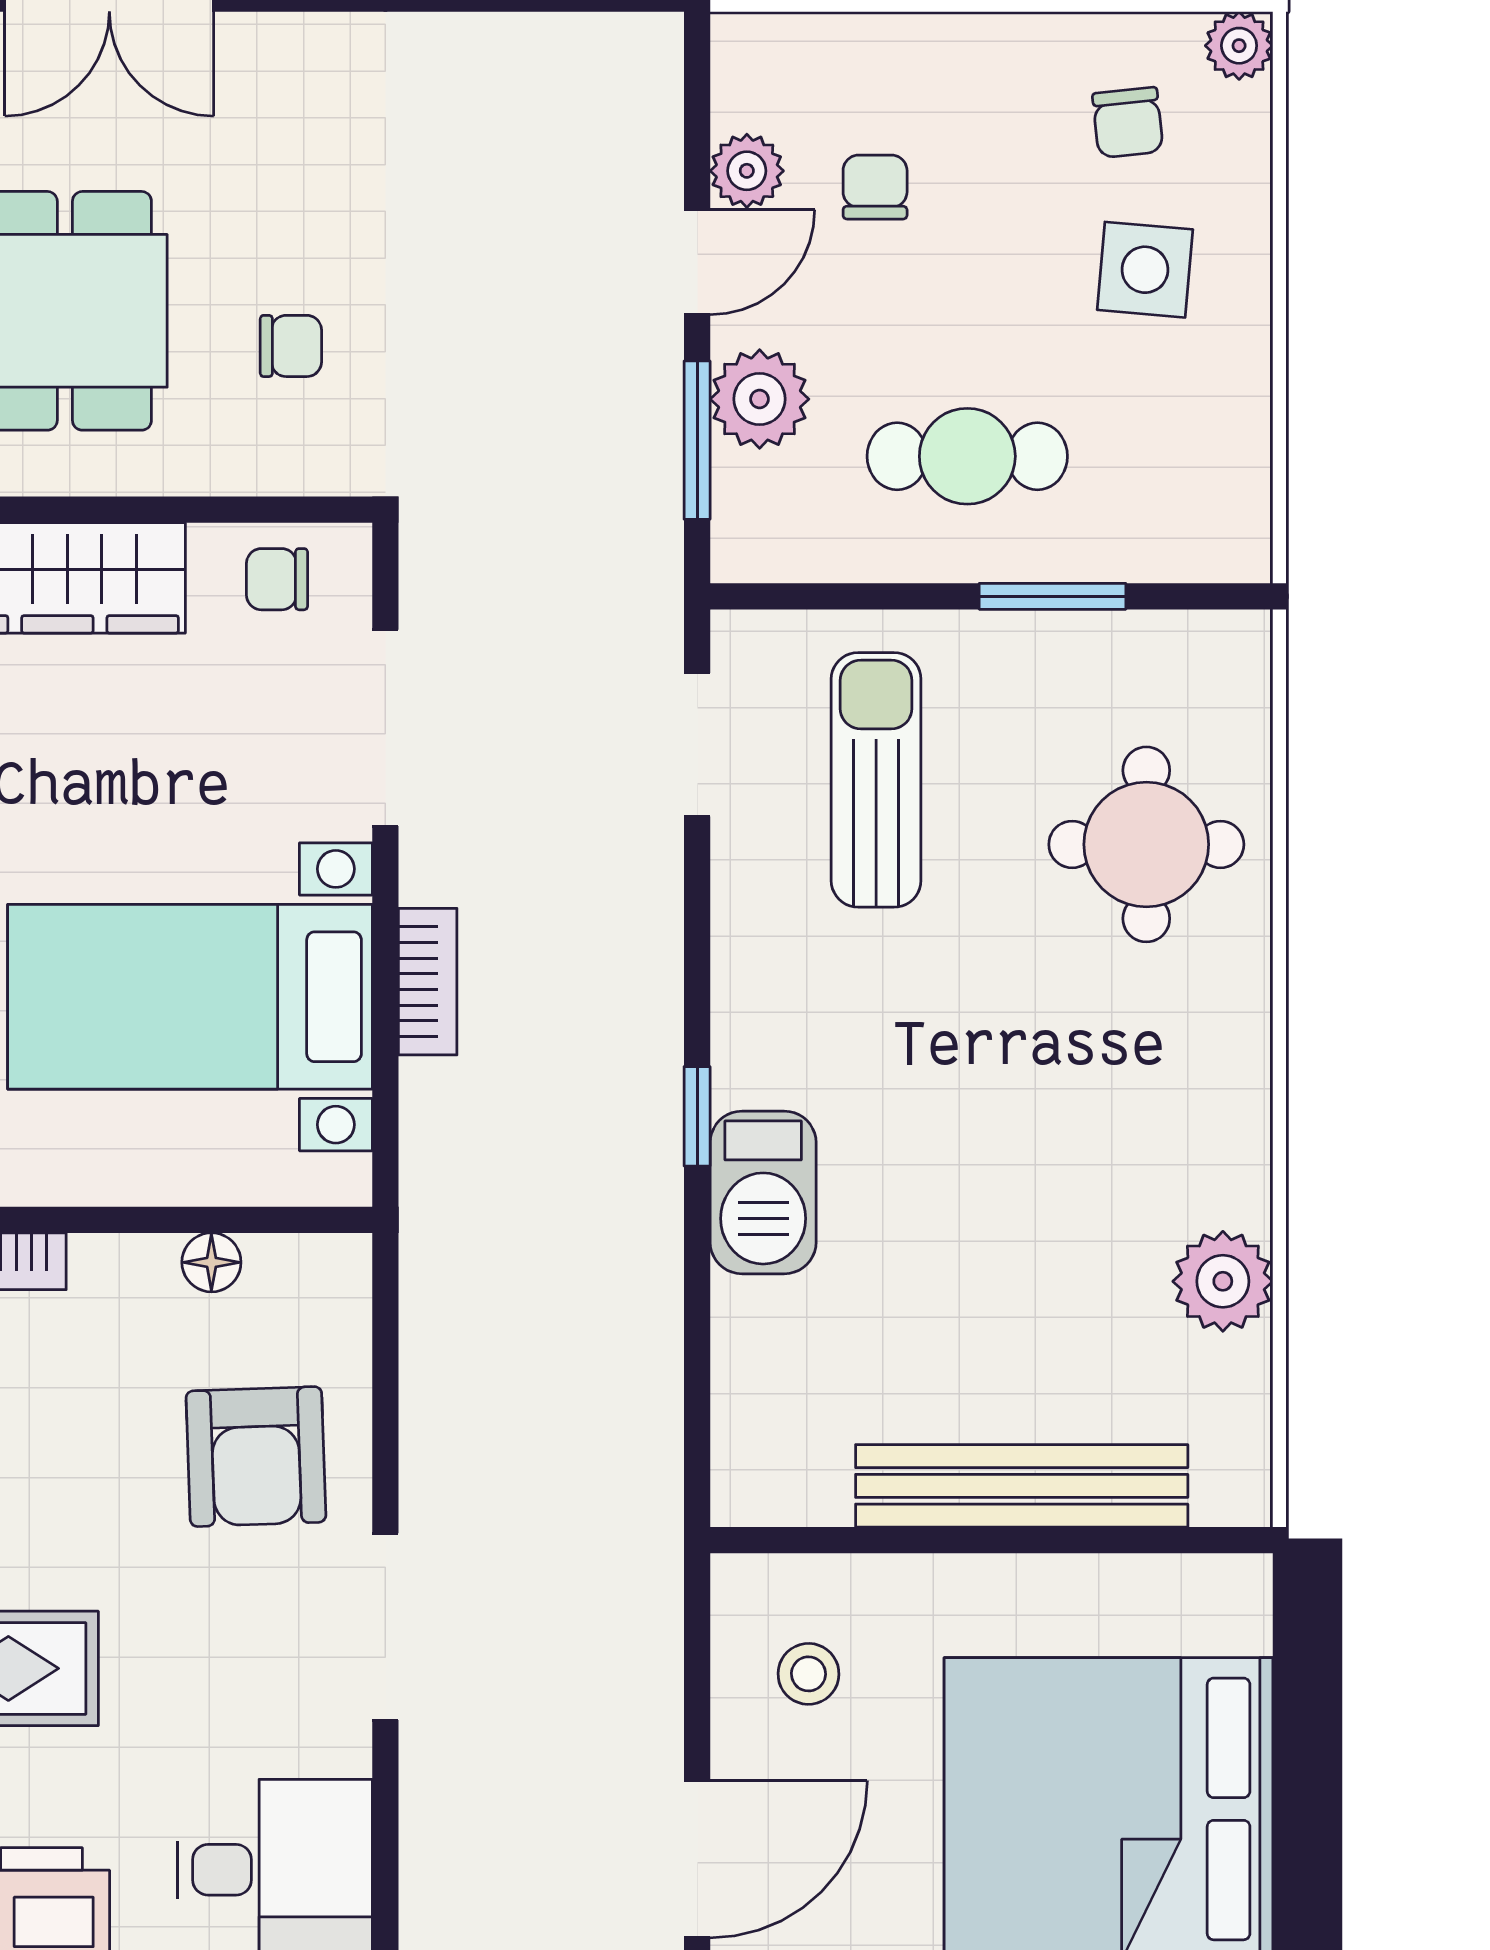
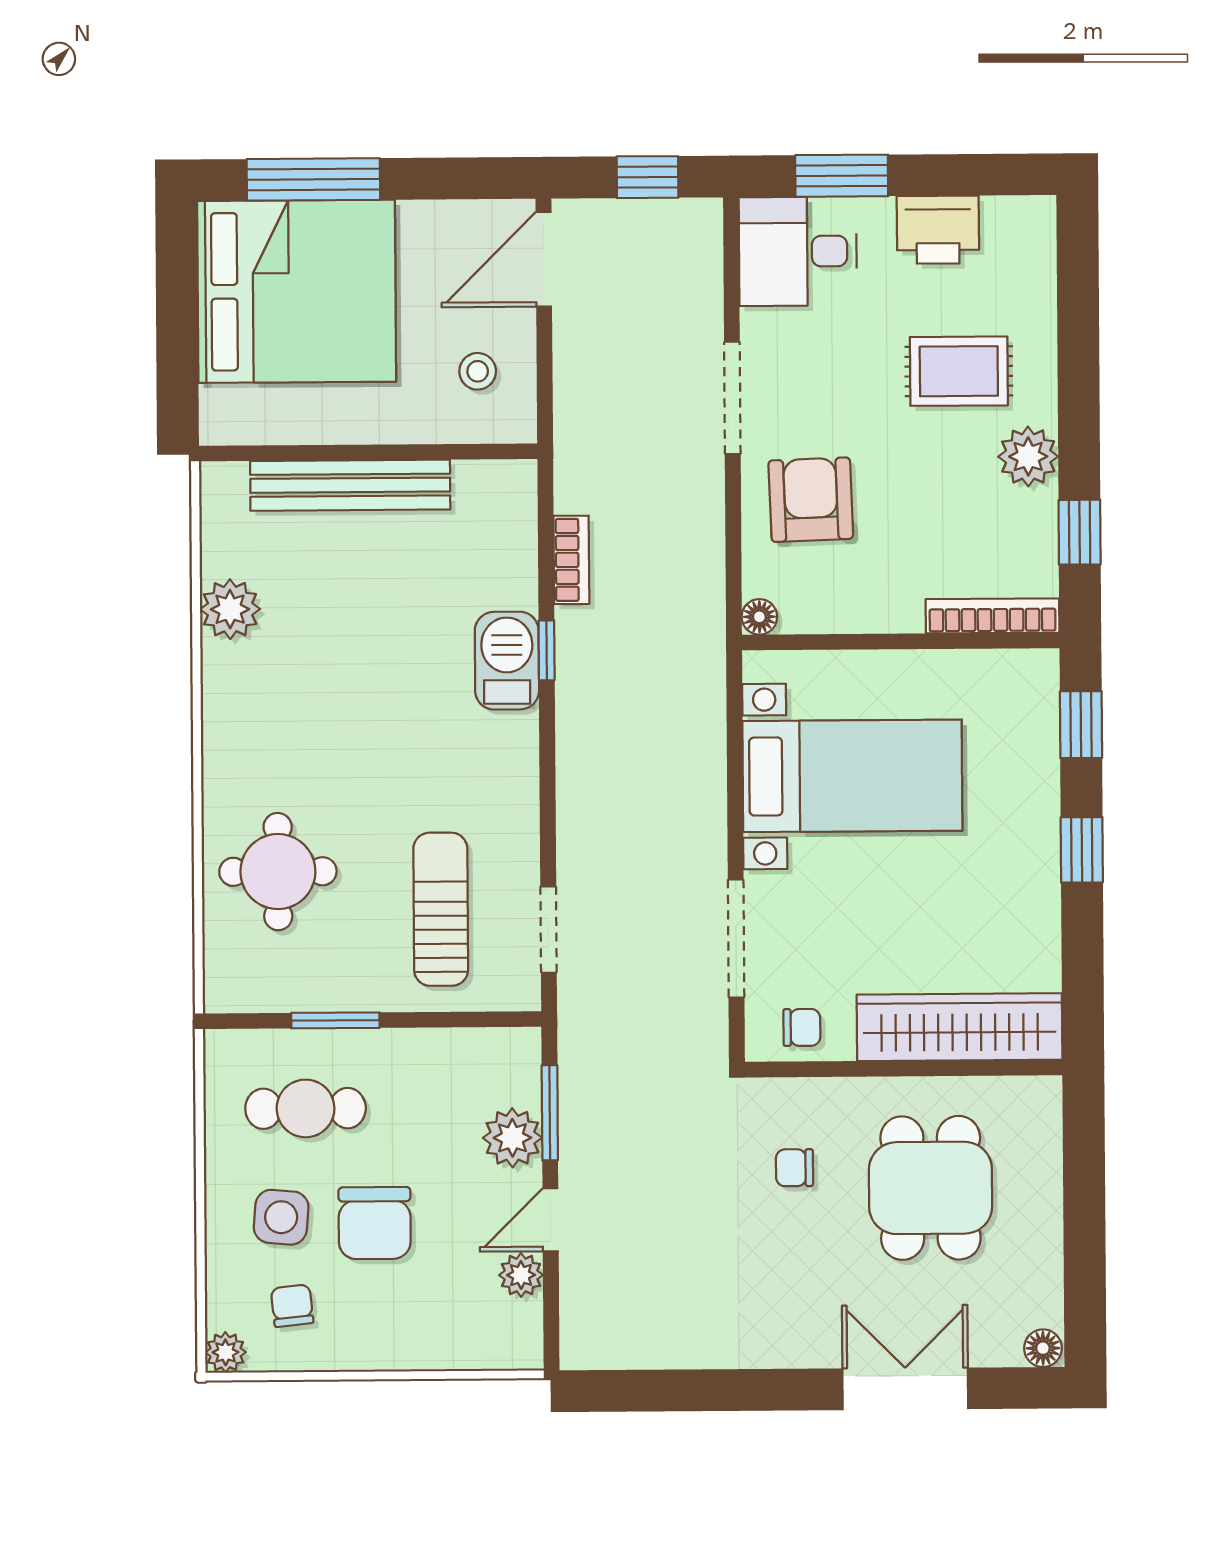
chair: (875, 187) -> (375, 1223), moved, width x1.87, depth x1.87
cafe table: (967, 456) -> (306, 1108), moved
sun lounger: (876, 780) -> (441, 909), turned 180
bookcase: (428, 982) -> (571, 560), moved, turned 180
window: (697, 1116) -> (547, 650), moved
floor lamp: (211, 1262) -> (759, 617), moved

